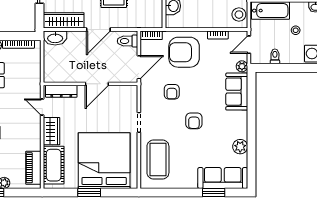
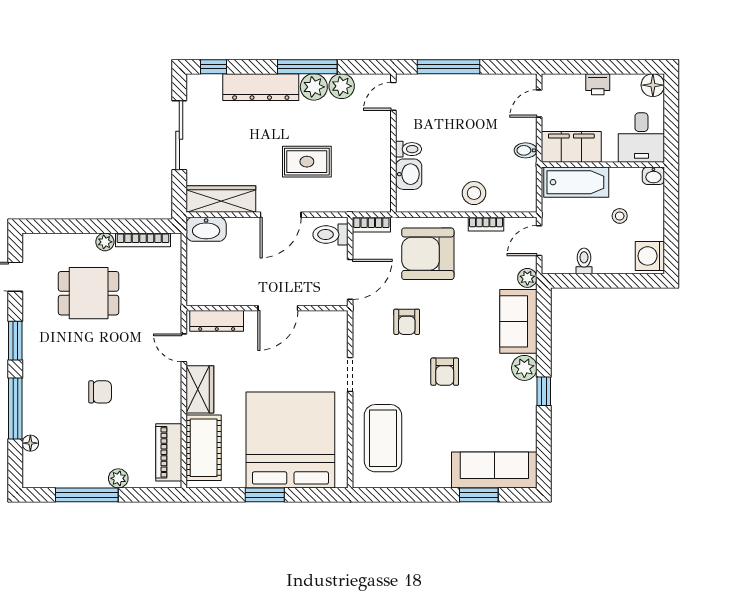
stool: (239, 15) -> (474, 193), moved
window: (251, 132) -> (544, 391), added
plant: (240, 147) -> (524, 368), moved

